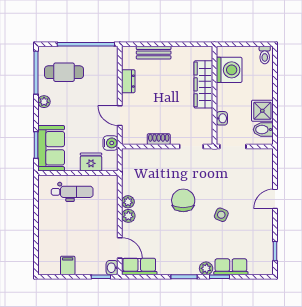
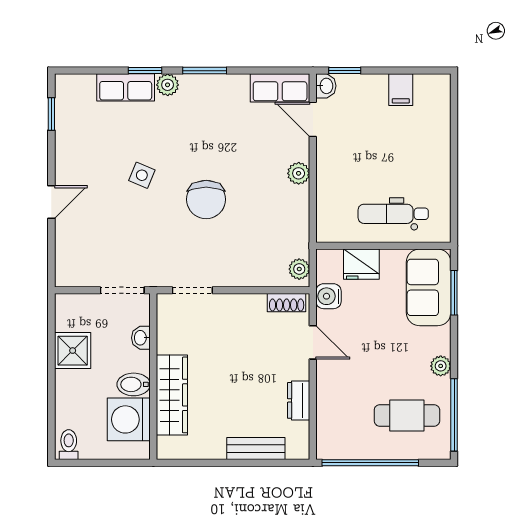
bidet: (263, 130) -> (134, 384), moved, turned 180
shoe rack: (159, 139) -> (287, 303), moved
plant: (128, 202) -> (299, 269), moved

